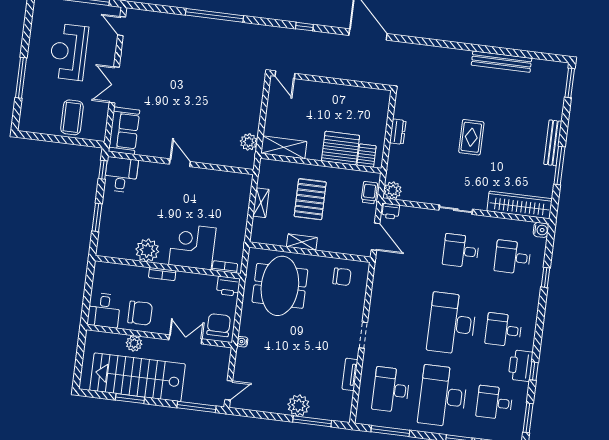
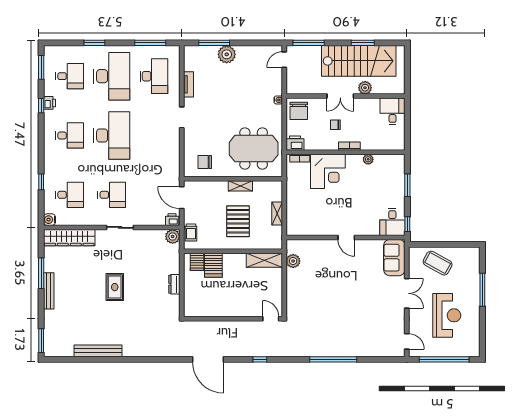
coffee table: (72, 117) -> (438, 263), turned -61
server rack: (341, 148) -> (213, 265), width x0.62
plant: (147, 250) -> (368, 159), width x0.53, depth x0.53
meeting table: (280, 286) -> (254, 149), turned 90
chair: (140, 313) -> (335, 125), moved, width x0.54, depth x0.54
double door: (185, 339) -> (340, 96), moved
printer: (521, 366) -> (49, 103), width x0.53, depth x0.68

